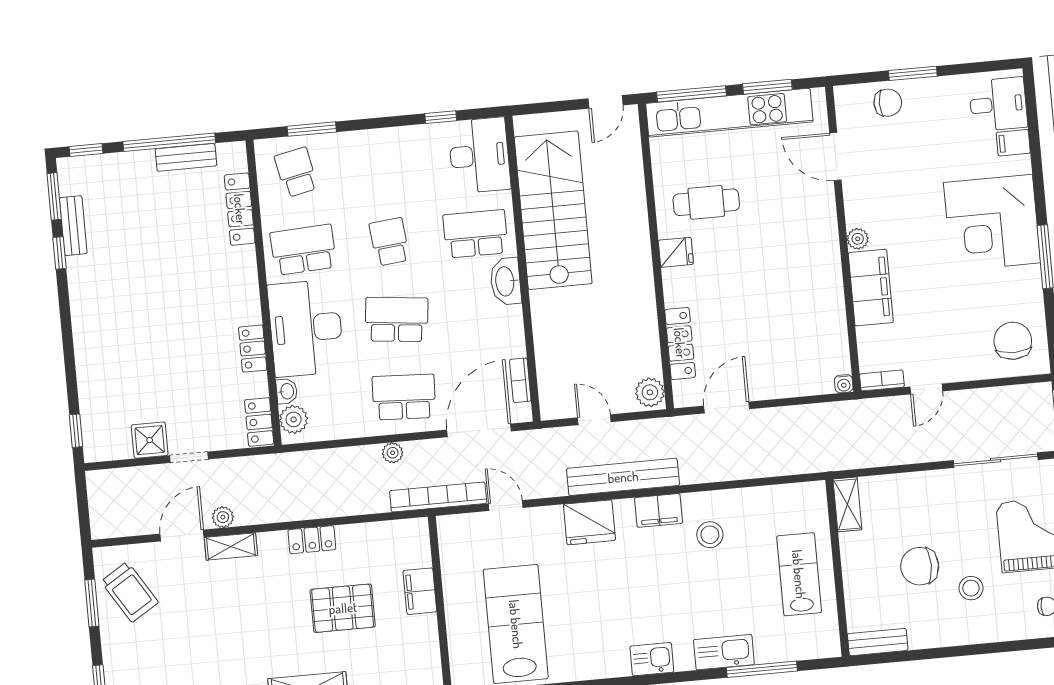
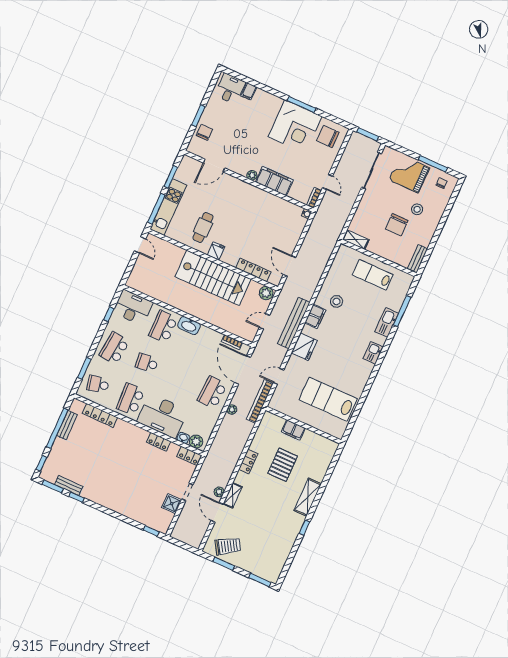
kitchen unit: (729, 113) -> (168, 207), width x0.73
stairs: (553, 210) -> (213, 278), moved, turned 180
corner desk: (992, 223) -> (295, 127), moved
school desk: (397, 319) -> (114, 348), moved

